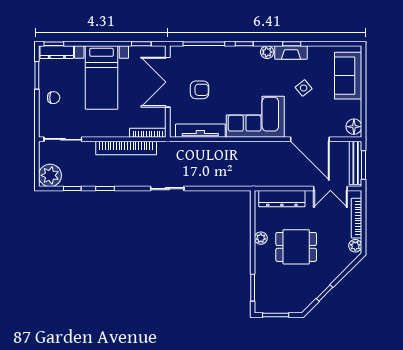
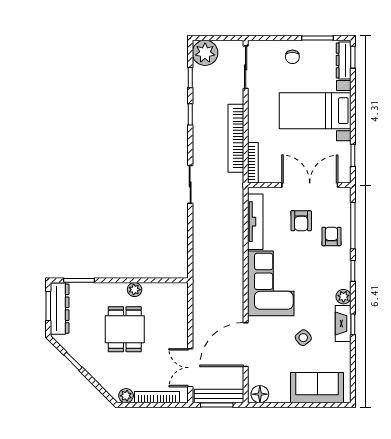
armchair: (214, 63) -> (331, 236), added
dresser: (282, 199) -> (60, 309), moved, turned 180

